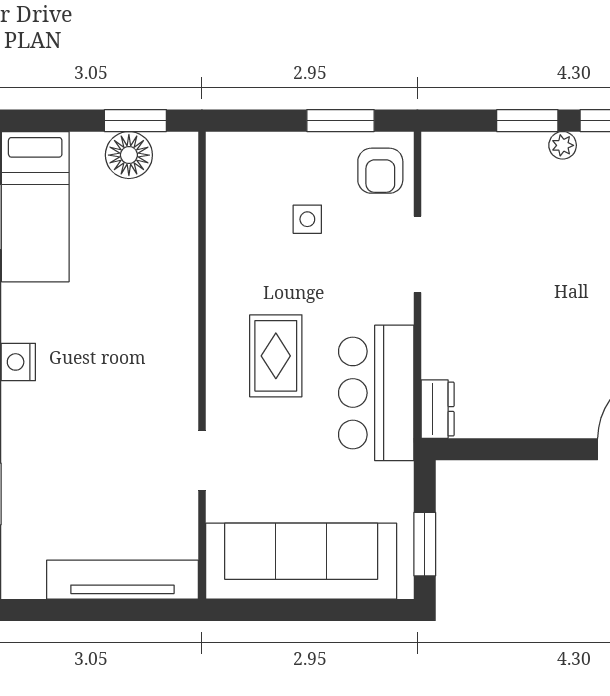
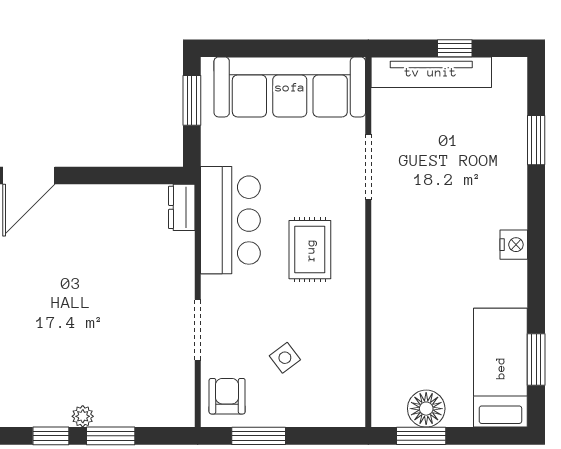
side table: (307, 219) -> (285, 358), turned -37
doorway: (202, 460) -> (368, 167), width x1.38
window: (93, 610) -> (455, 48), added

